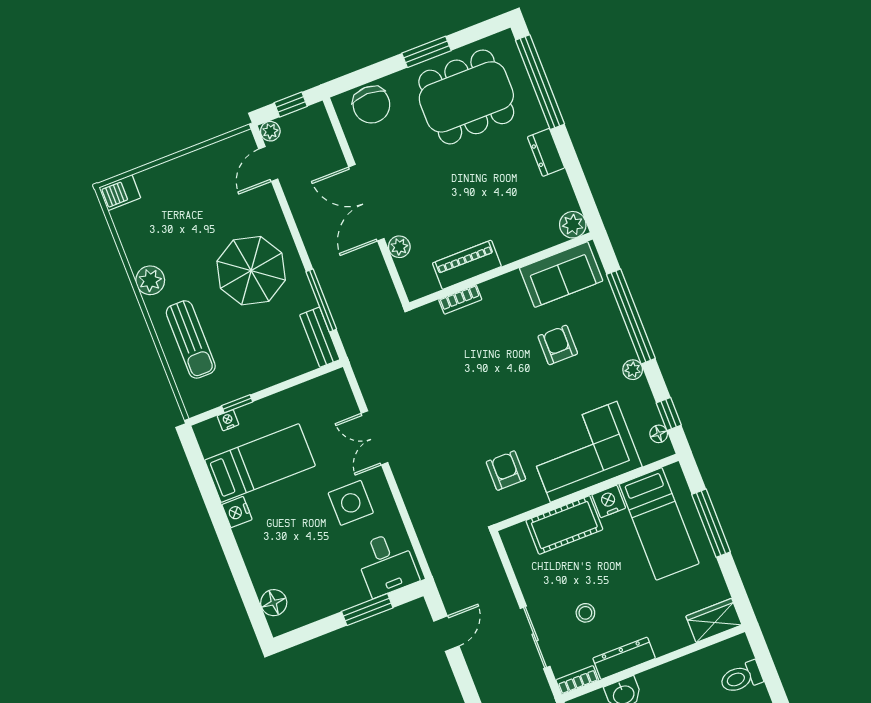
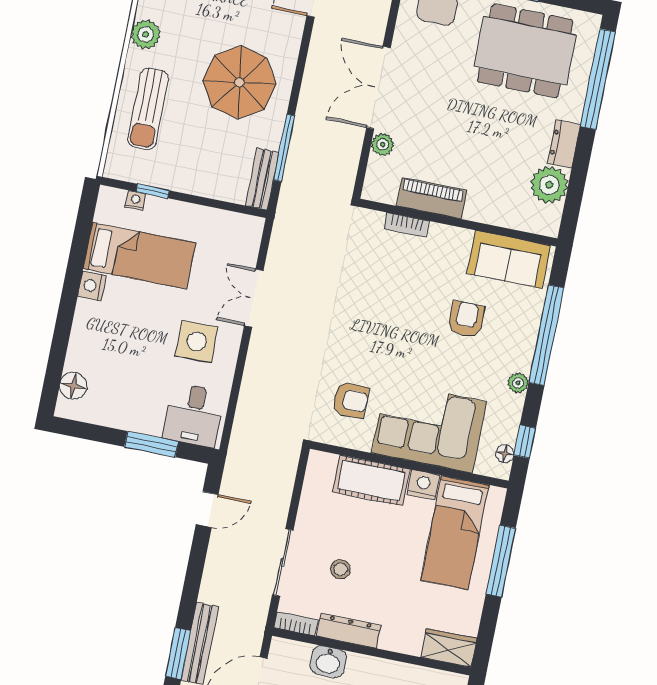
plant: (573, 225) -> (549, 185), moved, width x1.36, depth x1.36
armchair: (506, 471) -> (351, 400), turned 90

